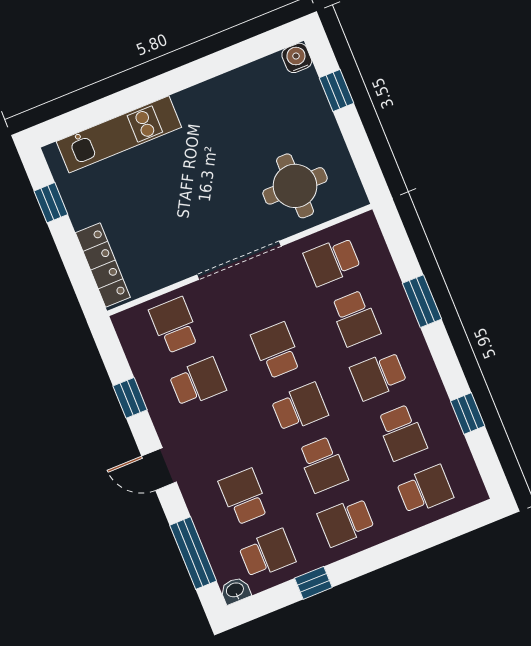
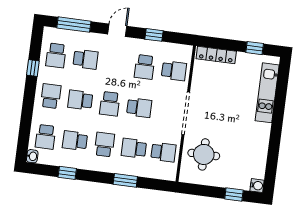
school desk: (332, 261) -> (163, 152), turned 90
washbasin: (235, 590) -> (32, 156), moved

